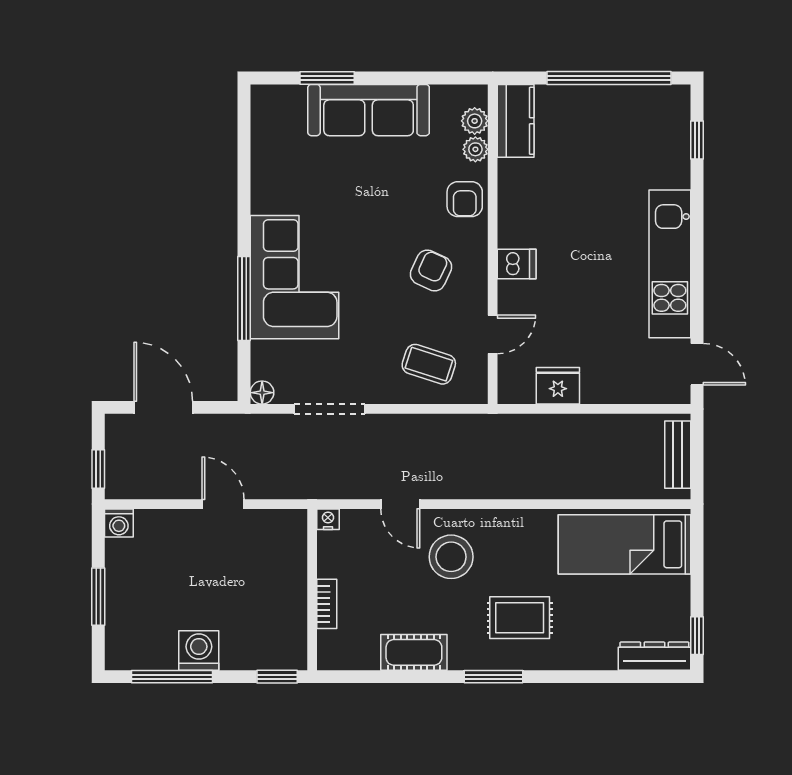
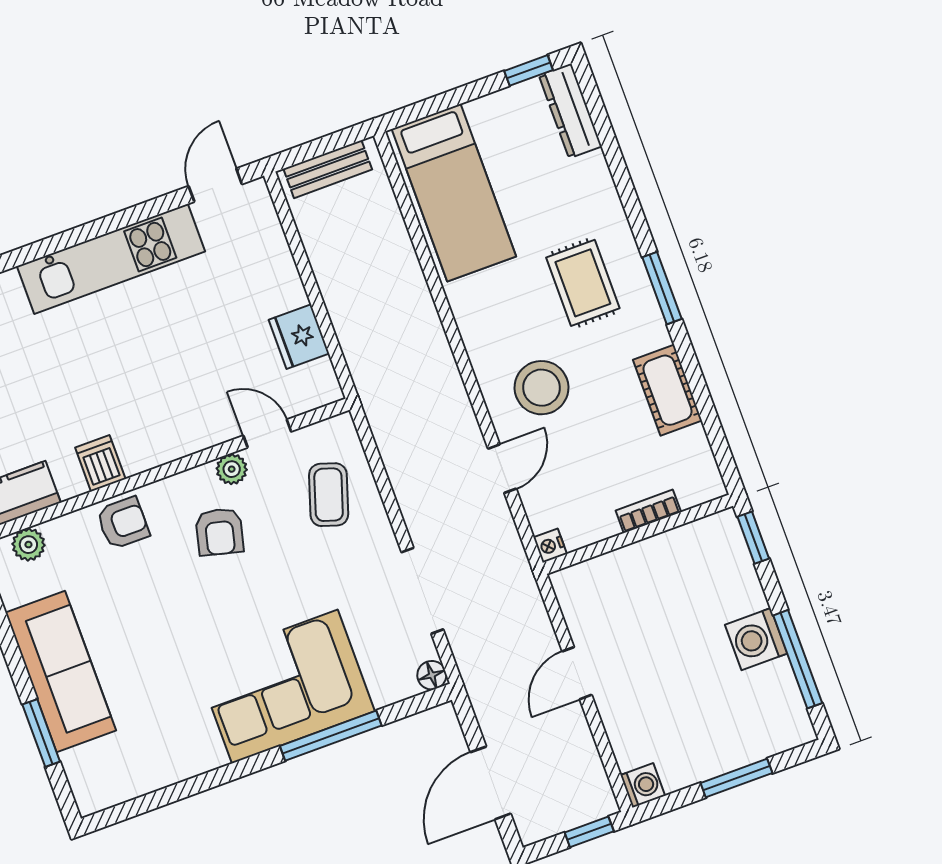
plant: (475, 149) -> (232, 469), moved
dishwasher: (517, 264) -> (100, 463), moved
armchair: (431, 270) -> (220, 532), turned -101

